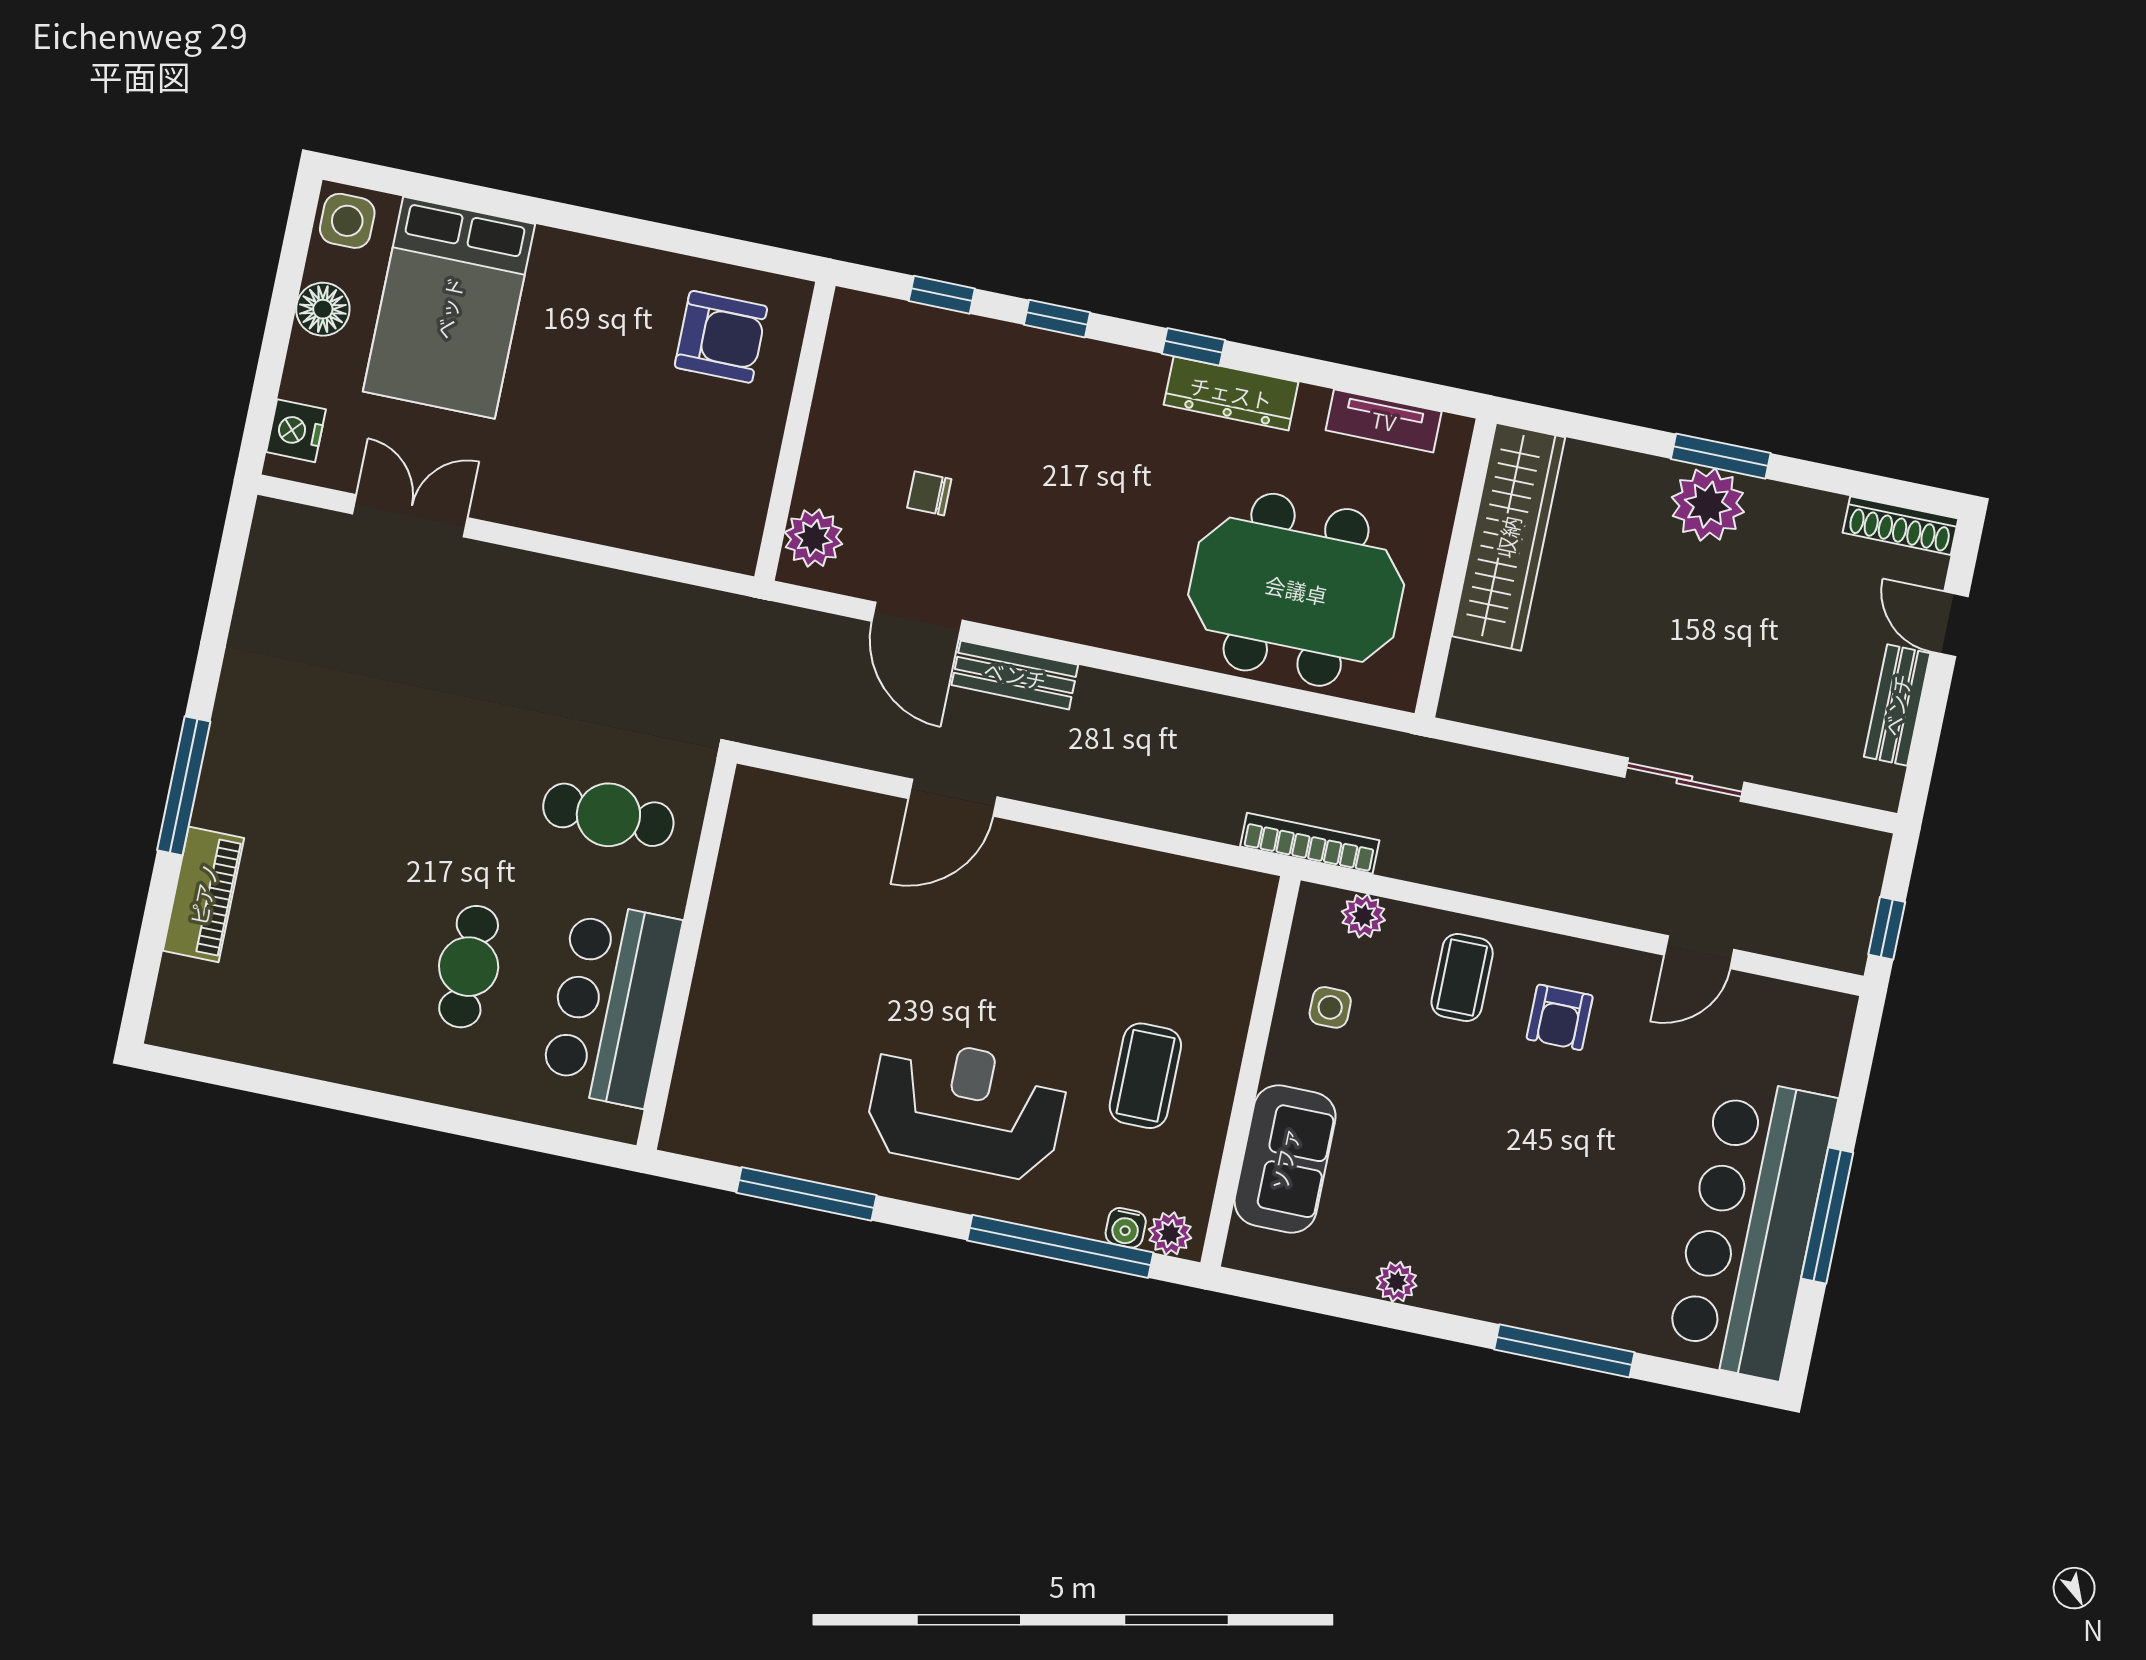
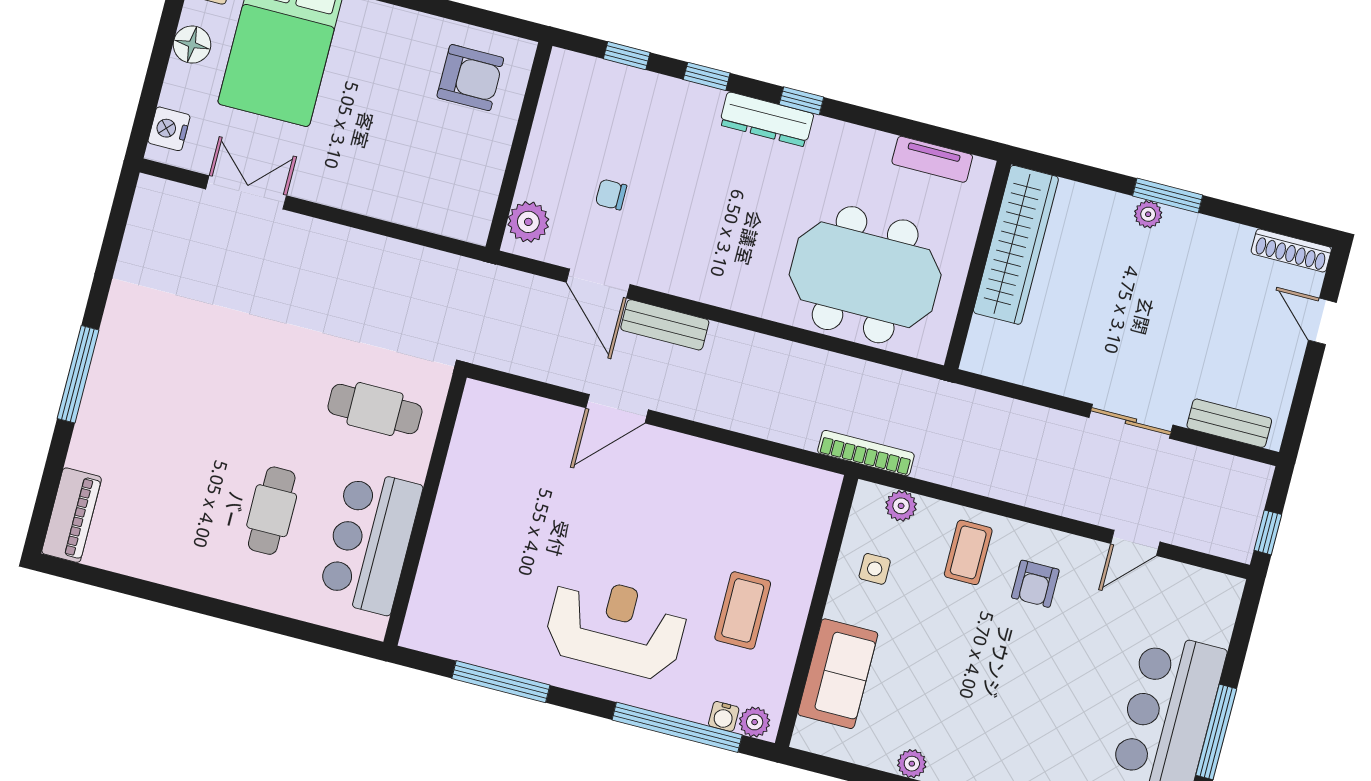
dresser: (1231, 393) -> (767, 119), moved
plant: (1708, 505) -> (1148, 214), width x0.53, depth x0.53
bench: (1897, 705) -> (1229, 423), moved, turned 90
piano: (204, 894) -> (72, 515), moved

